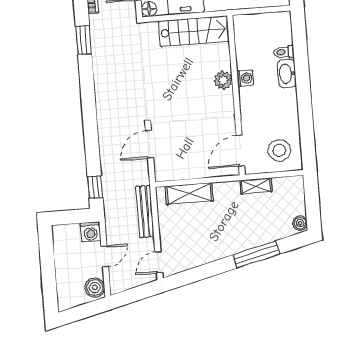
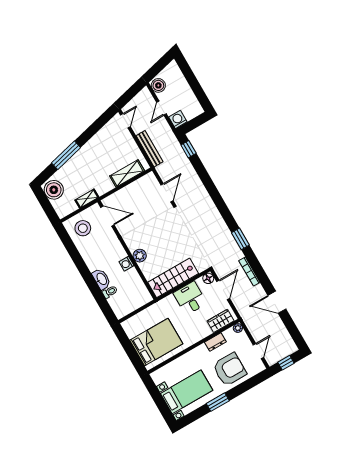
door: (240, 151) -> (107, 216), hinge flipped
boiler: (300, 223) -> (54, 190), width x1.86, depth x1.86

